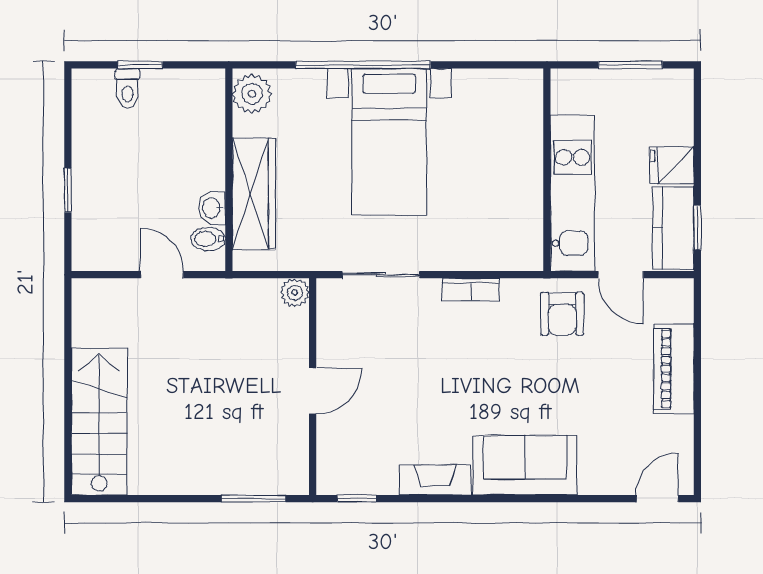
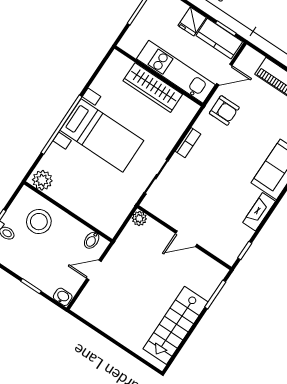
stool: (181, 133) -> (39, 222), added
wardrobe: (254, 194) -> (153, 88), moved, turned 180
washbasin: (212, 208) -> (63, 297), moved, turned 180
door: (313, 391) -> (186, 239), swing flipped
stairs: (99, 422) -> (176, 325), moved, turned -90

